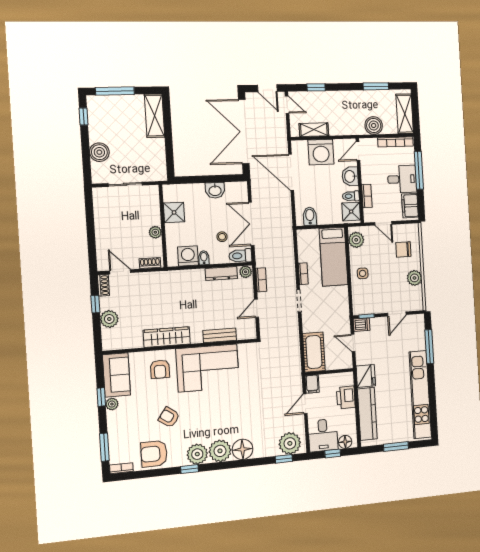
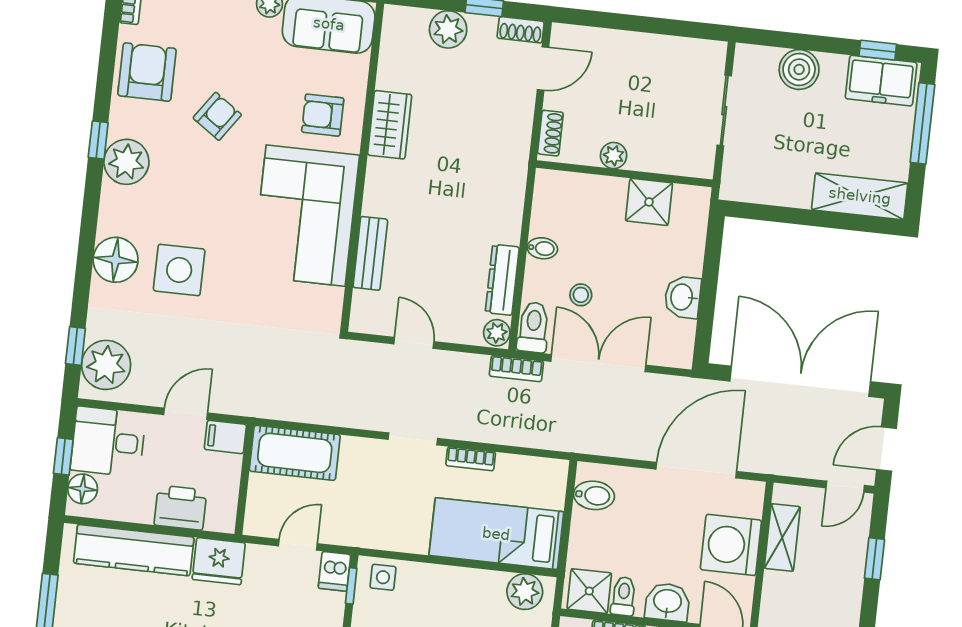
freezer: (98, 113) -> (881, 81), added
washing machine: (188, 256) -> (552, 215), removed
side table: (363, 273) -> (383, 577), moved
bookcase: (261, 280) -> (516, 369), moved
wardrobe: (167, 337) -> (390, 125), width x0.67
door: (305, 404) -> (186, 414), hinge flipped
side table: (242, 420) -> (179, 270), added
plant: (220, 451) -> (123, 211), removed

